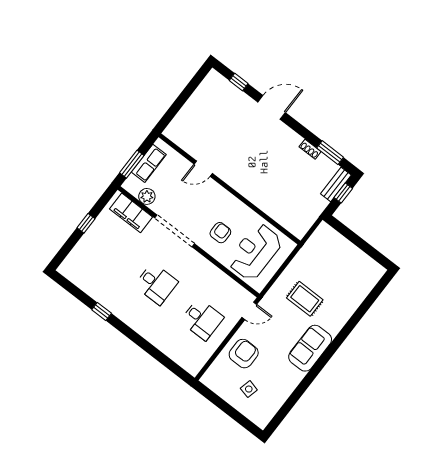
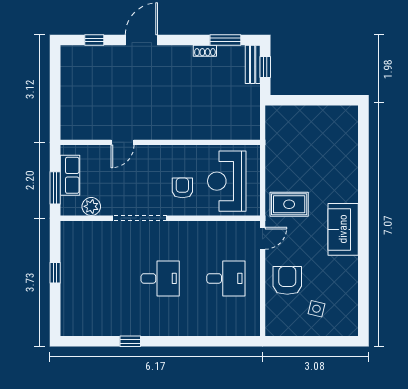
filing cabinet: (131, 213) -> (88, 232), removed
rug: (305, 299) -> (289, 204), moved

